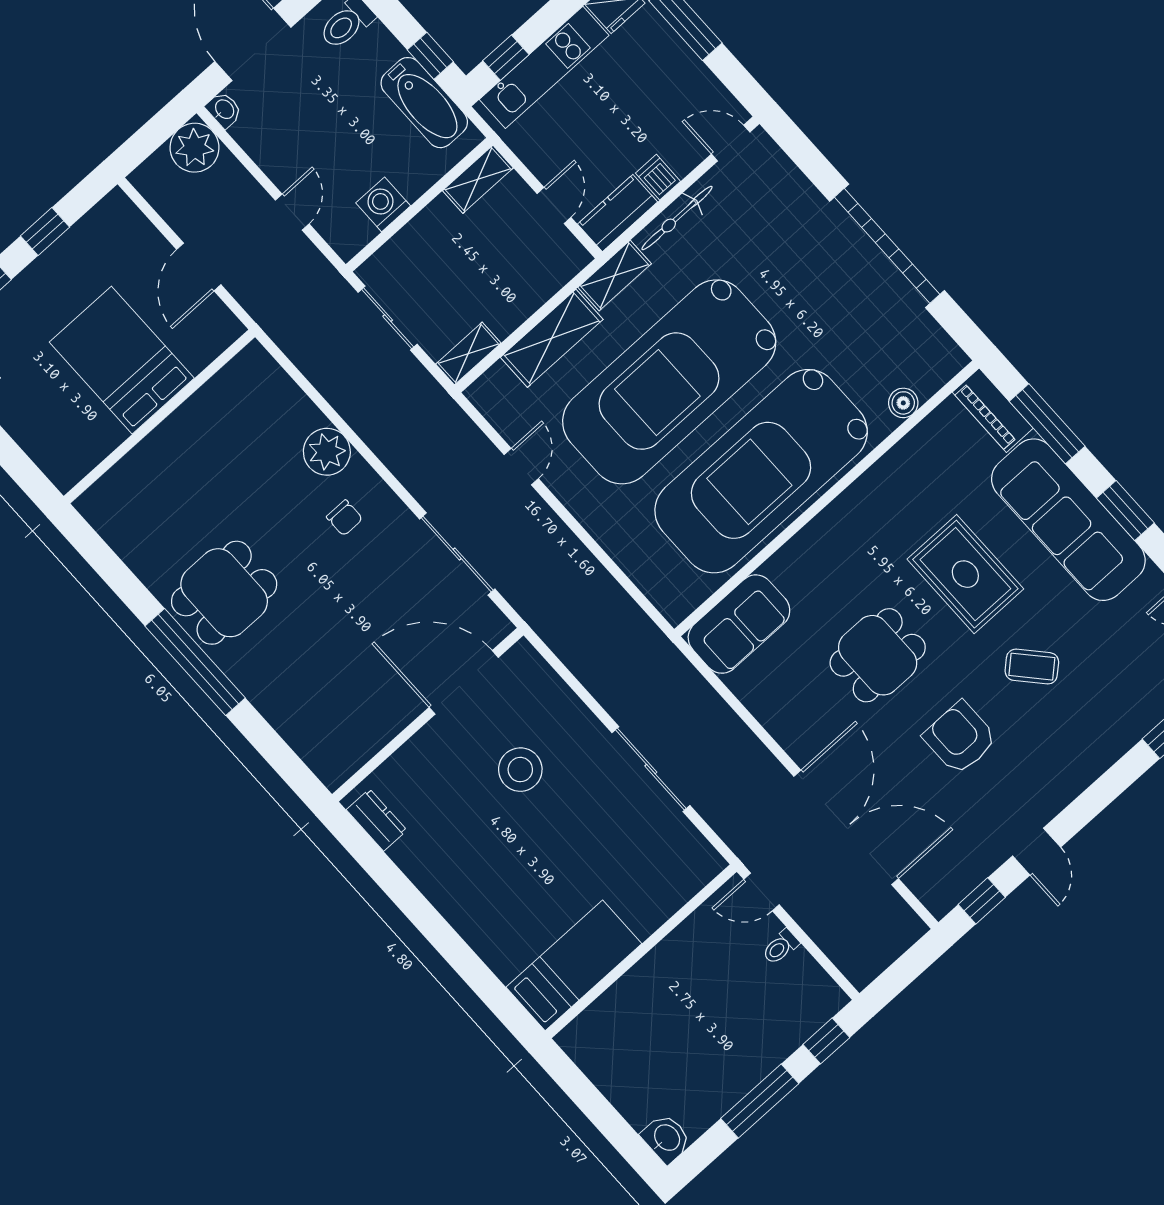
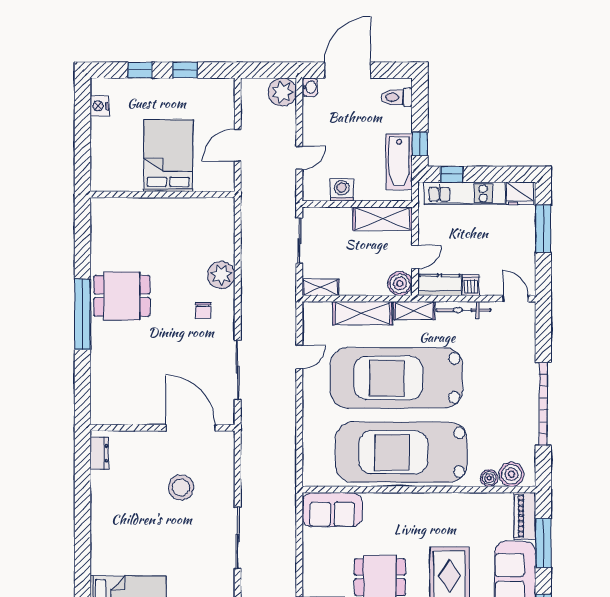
shelving: (478, 179) -> (382, 219), width x1.50, depth x1.33
boiler: (566, 257) -> (400, 284), added
boiler: (928, 372) -> (511, 474), added

